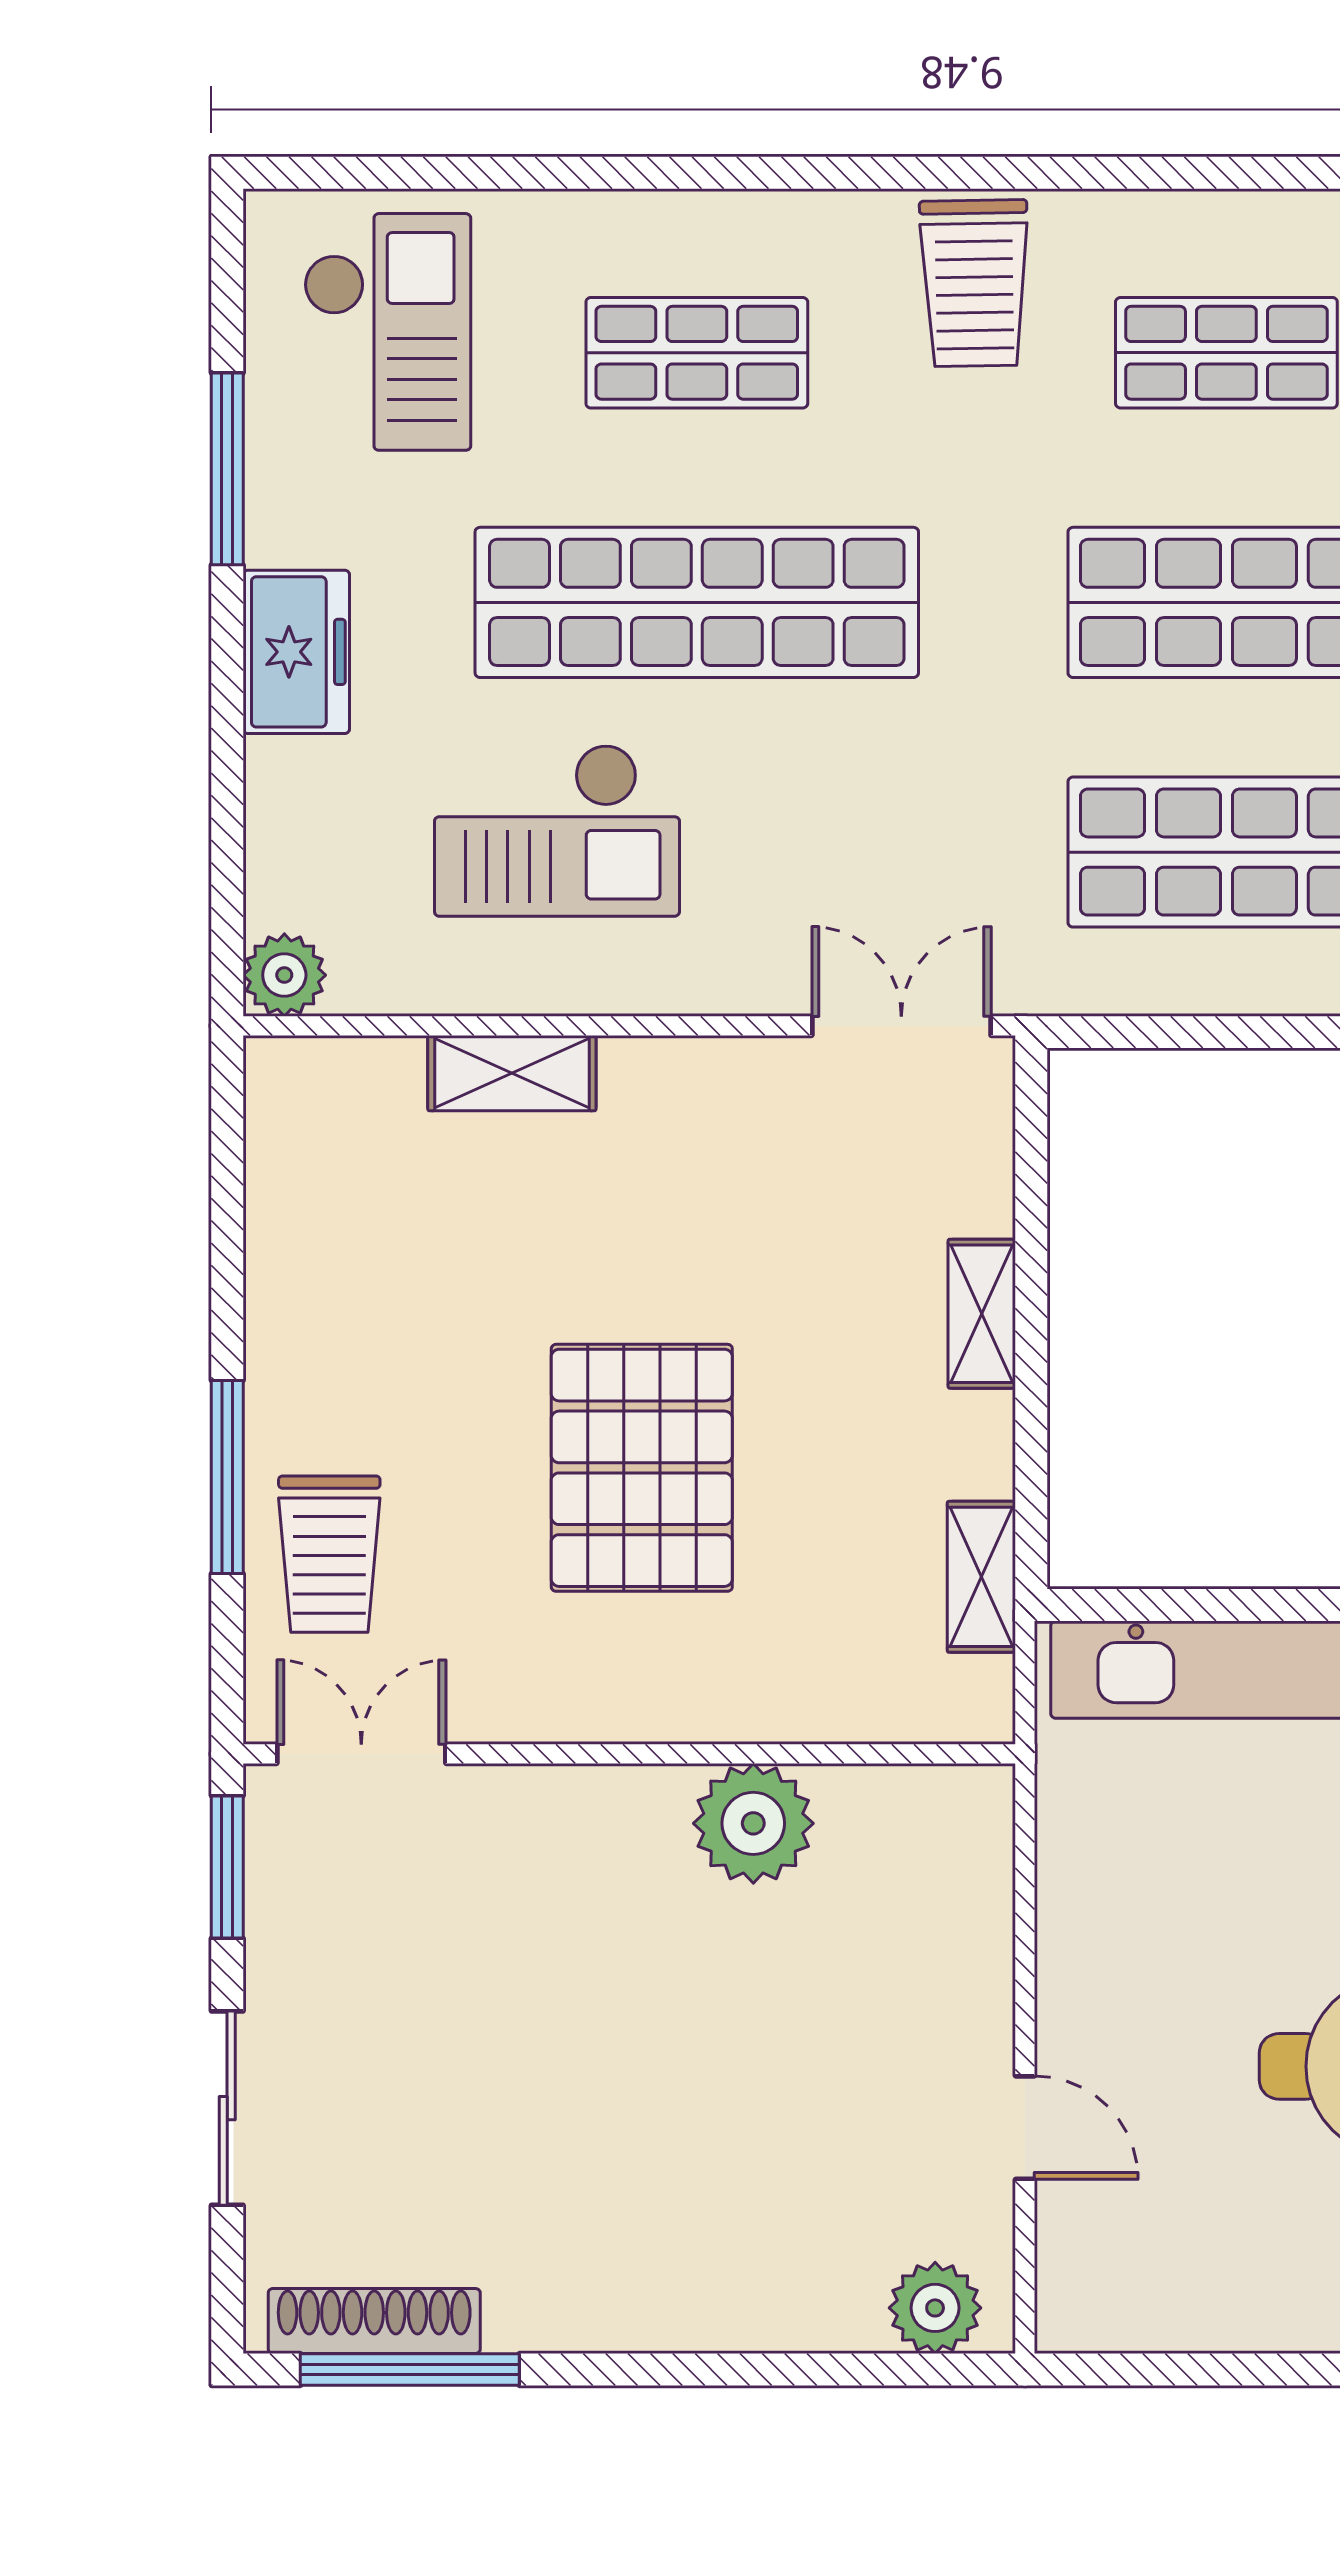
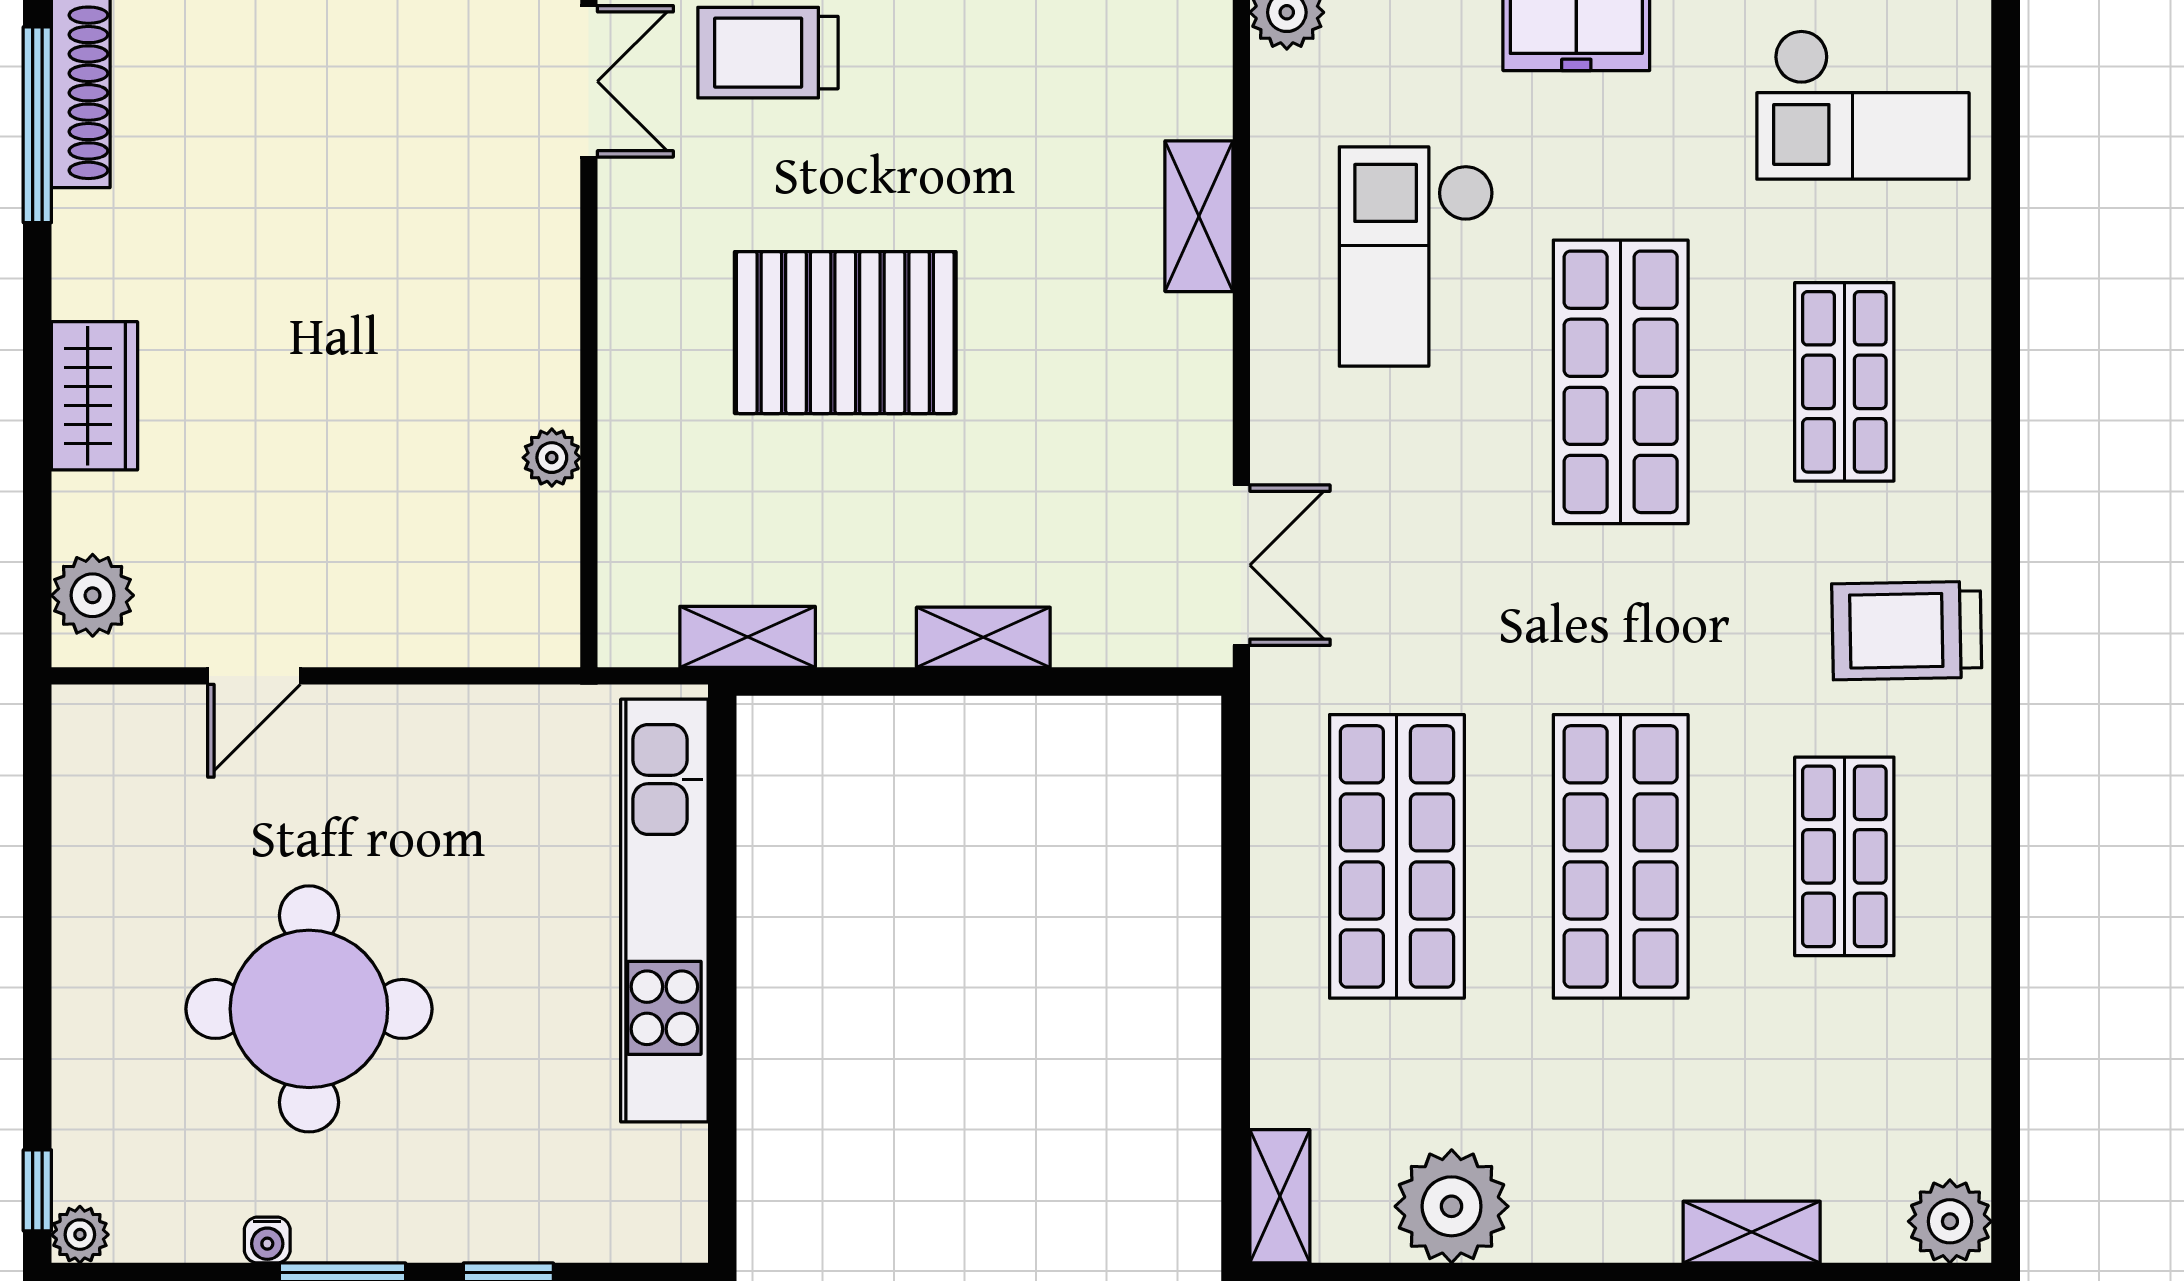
shop shelf: (697, 602) -> (1621, 382), width x0.71
plant: (753, 1823) -> (552, 458), width x0.53, depth x0.53
wardrobe: (712, 2306) -> (95, 396), added

